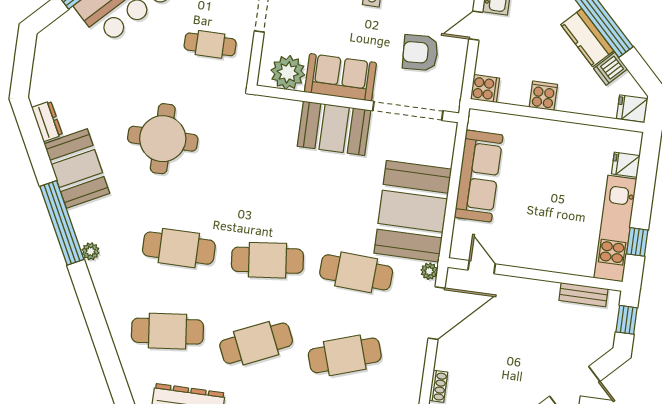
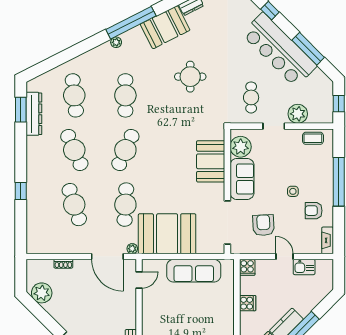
booth: (334, 128) -> (211, 161), moved
round table: (163, 139) -> (190, 77), width x0.73, depth x0.73
cafe table: (267, 260) -> (125, 150), turned 30

